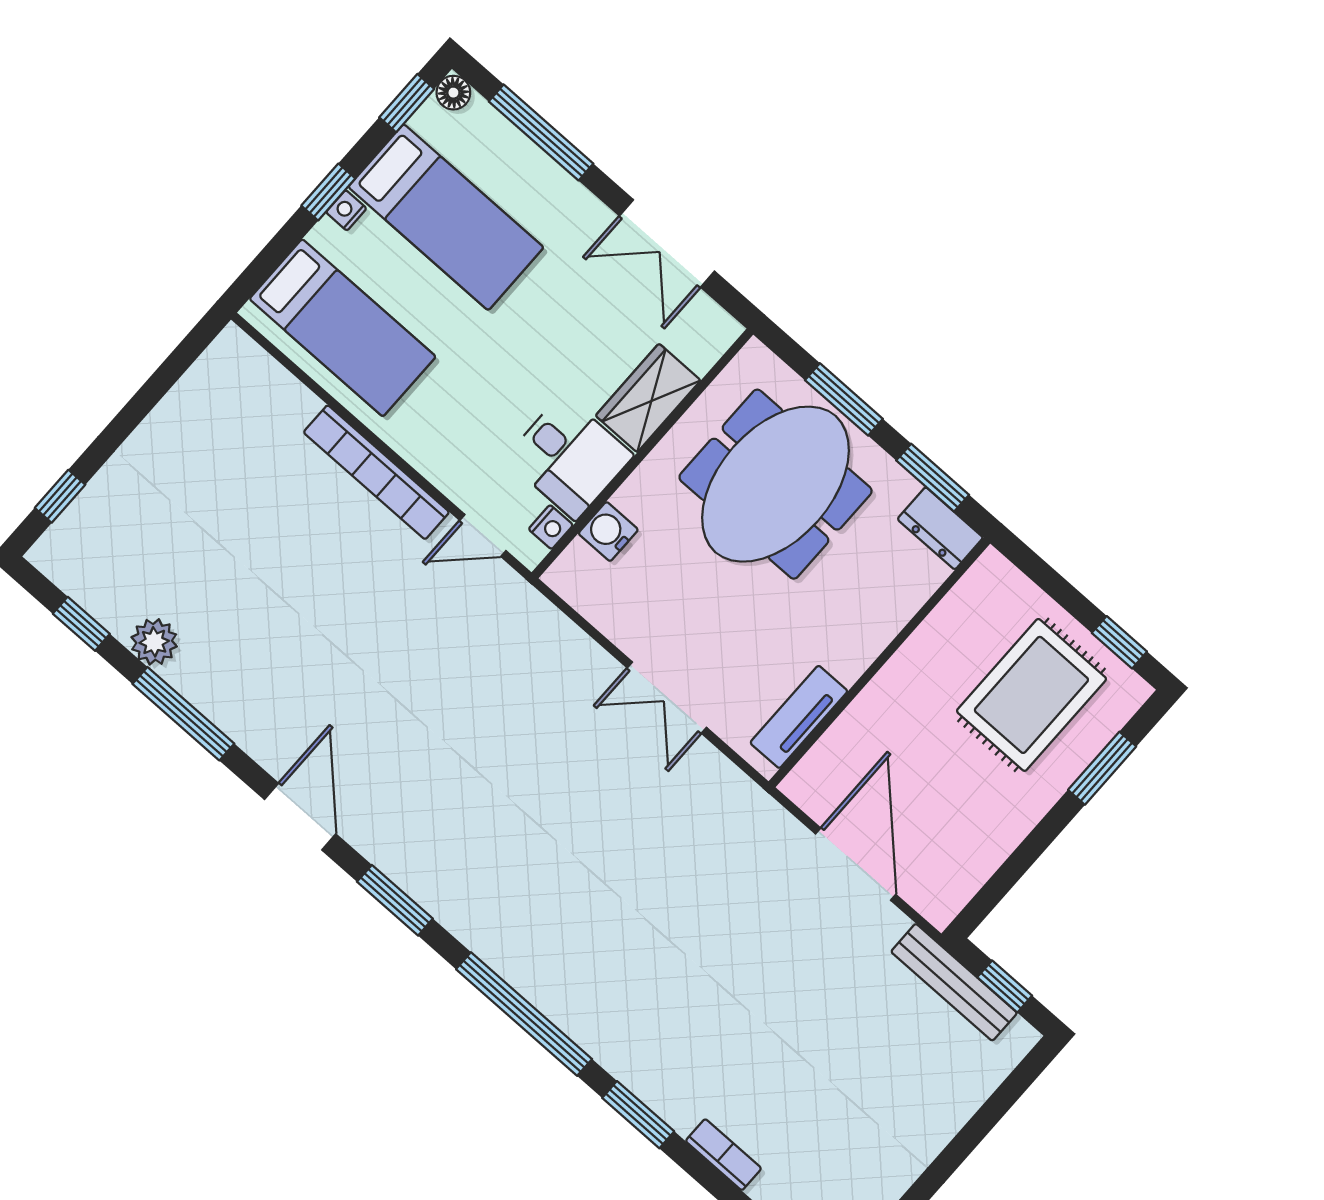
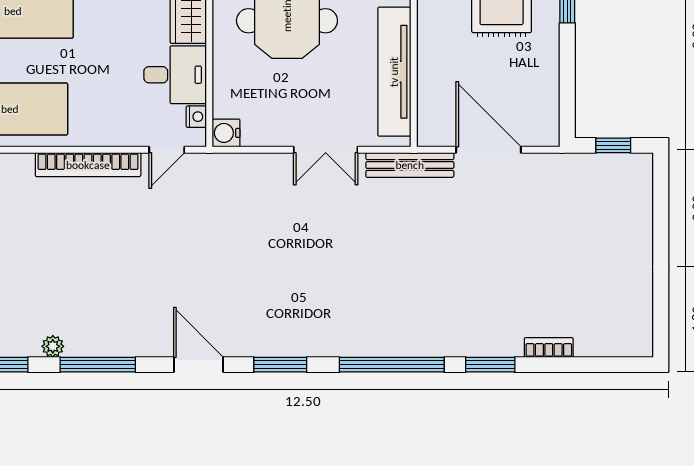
water cooler: (608, 532) -> (226, 133), moved
plant: (154, 642) -> (53, 346), width x0.73, depth x0.73
tv unit: (799, 717) -> (394, 72), width x1.92, depth x1.29
bench: (954, 982) -> (410, 165), moved

